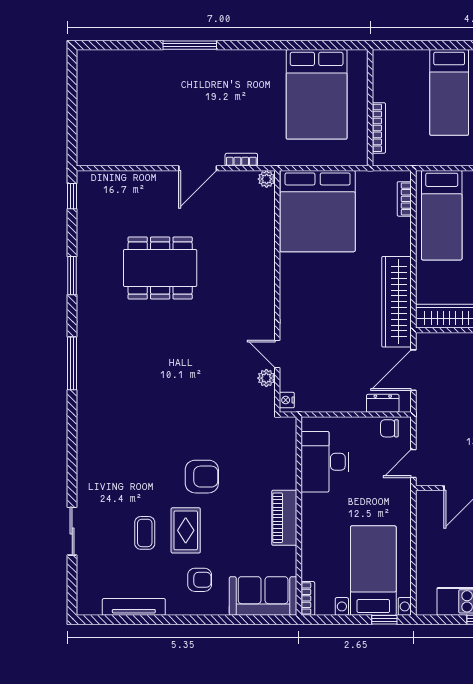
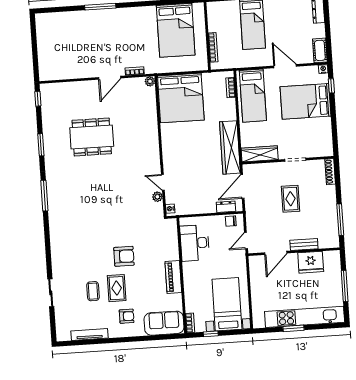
window: (384, 620) -> (211, 334), moved

